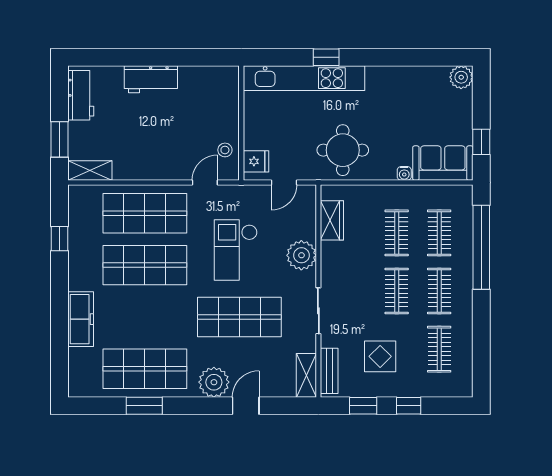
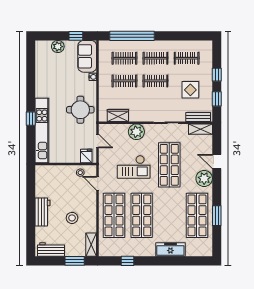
plant: (461, 77) -> (58, 47), moved
stool: (140, 135) -> (72, 218), added

